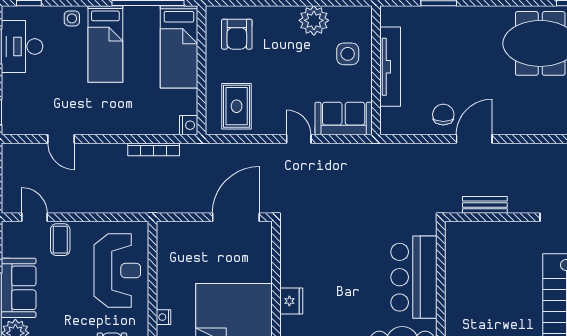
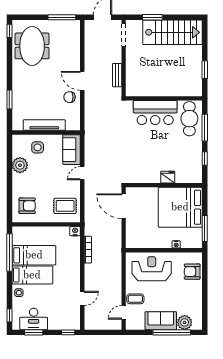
bed: (179, 47) -> (34, 255), moved

